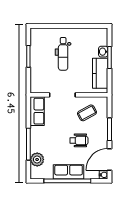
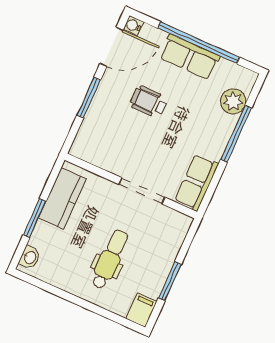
filing cabinet: (36, 36) -> (141, 310), added
washbasin: (103, 52) -> (30, 257), moved
coffee table: (87, 113) -> (114, 142), removed

